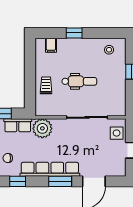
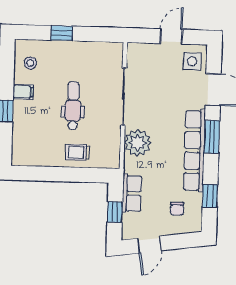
filing cabinet: (51, 45) -> (23, 92), moved
plant: (42, 128) -> (138, 143), moved
side table: (117, 133) -> (192, 61), moved

